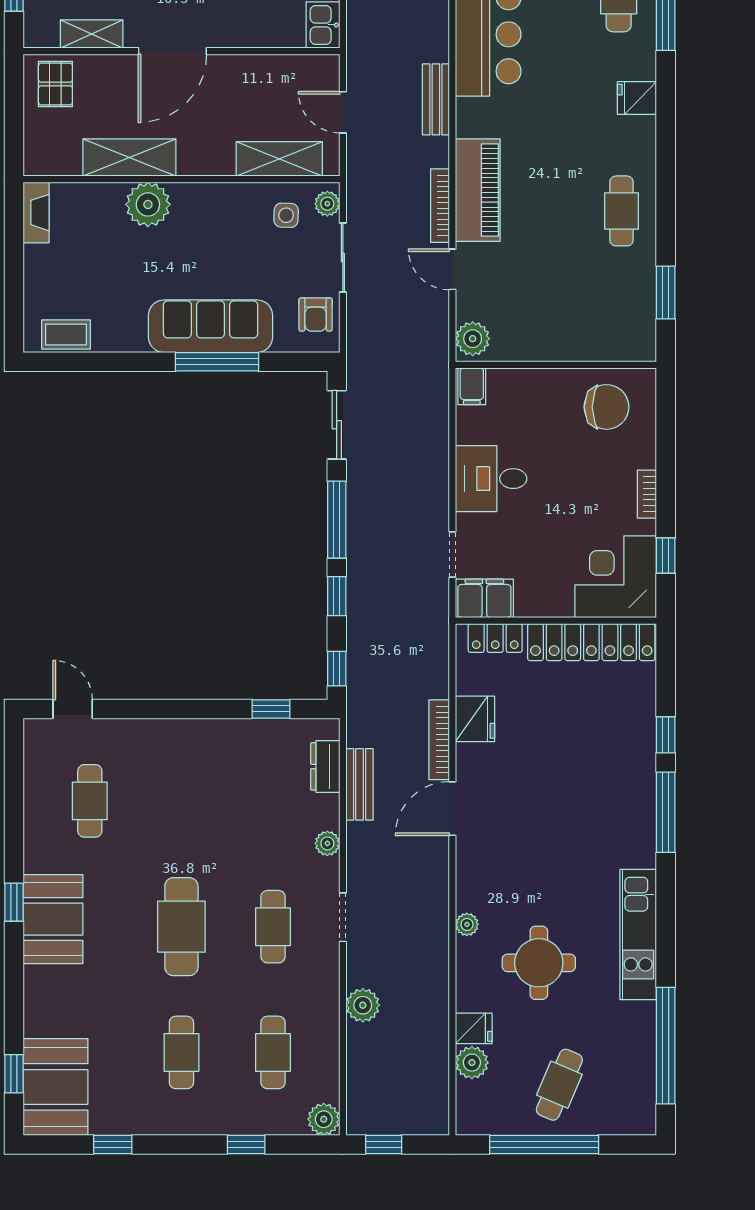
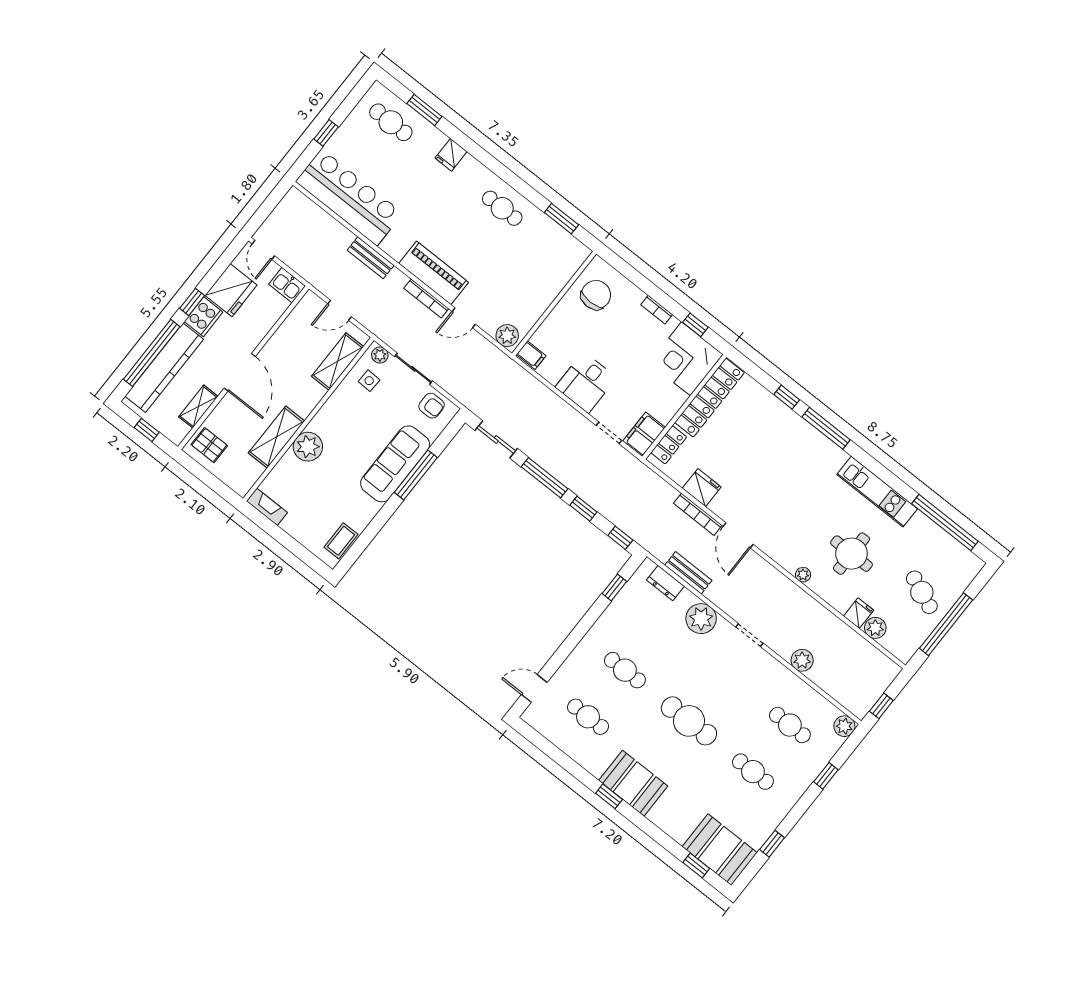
plant: (327, 843) -> (701, 619), width x1.88, depth x1.88
cafe table: (273, 927) -> (625, 670), moved

